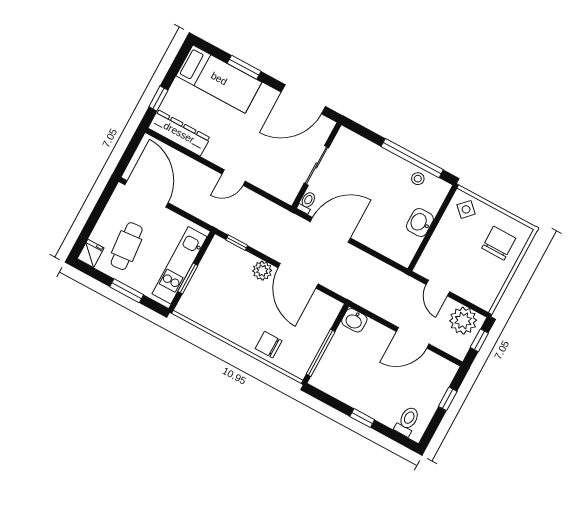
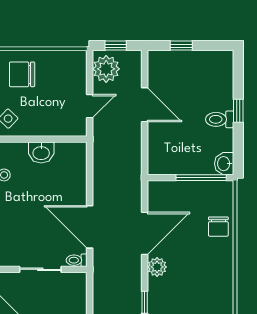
washbasin: (354, 320) -> (224, 164), moved, turned 180
toilet: (407, 421) -> (220, 119), moved

